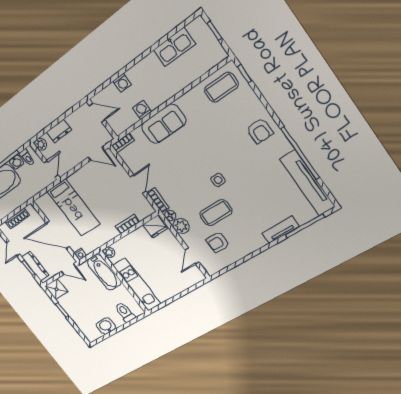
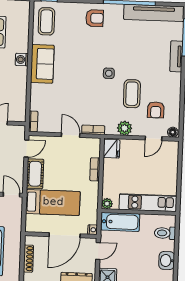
washing machine: (142, 110) -> (22, 60), moved
sofa: (164, 124) -> (42, 64), moved
cot: (83, 177) -> (35, 174), added
floor lamp: (170, 215) -> (173, 132), moved
door: (192, 256) -> (154, 138), hinge flipped

